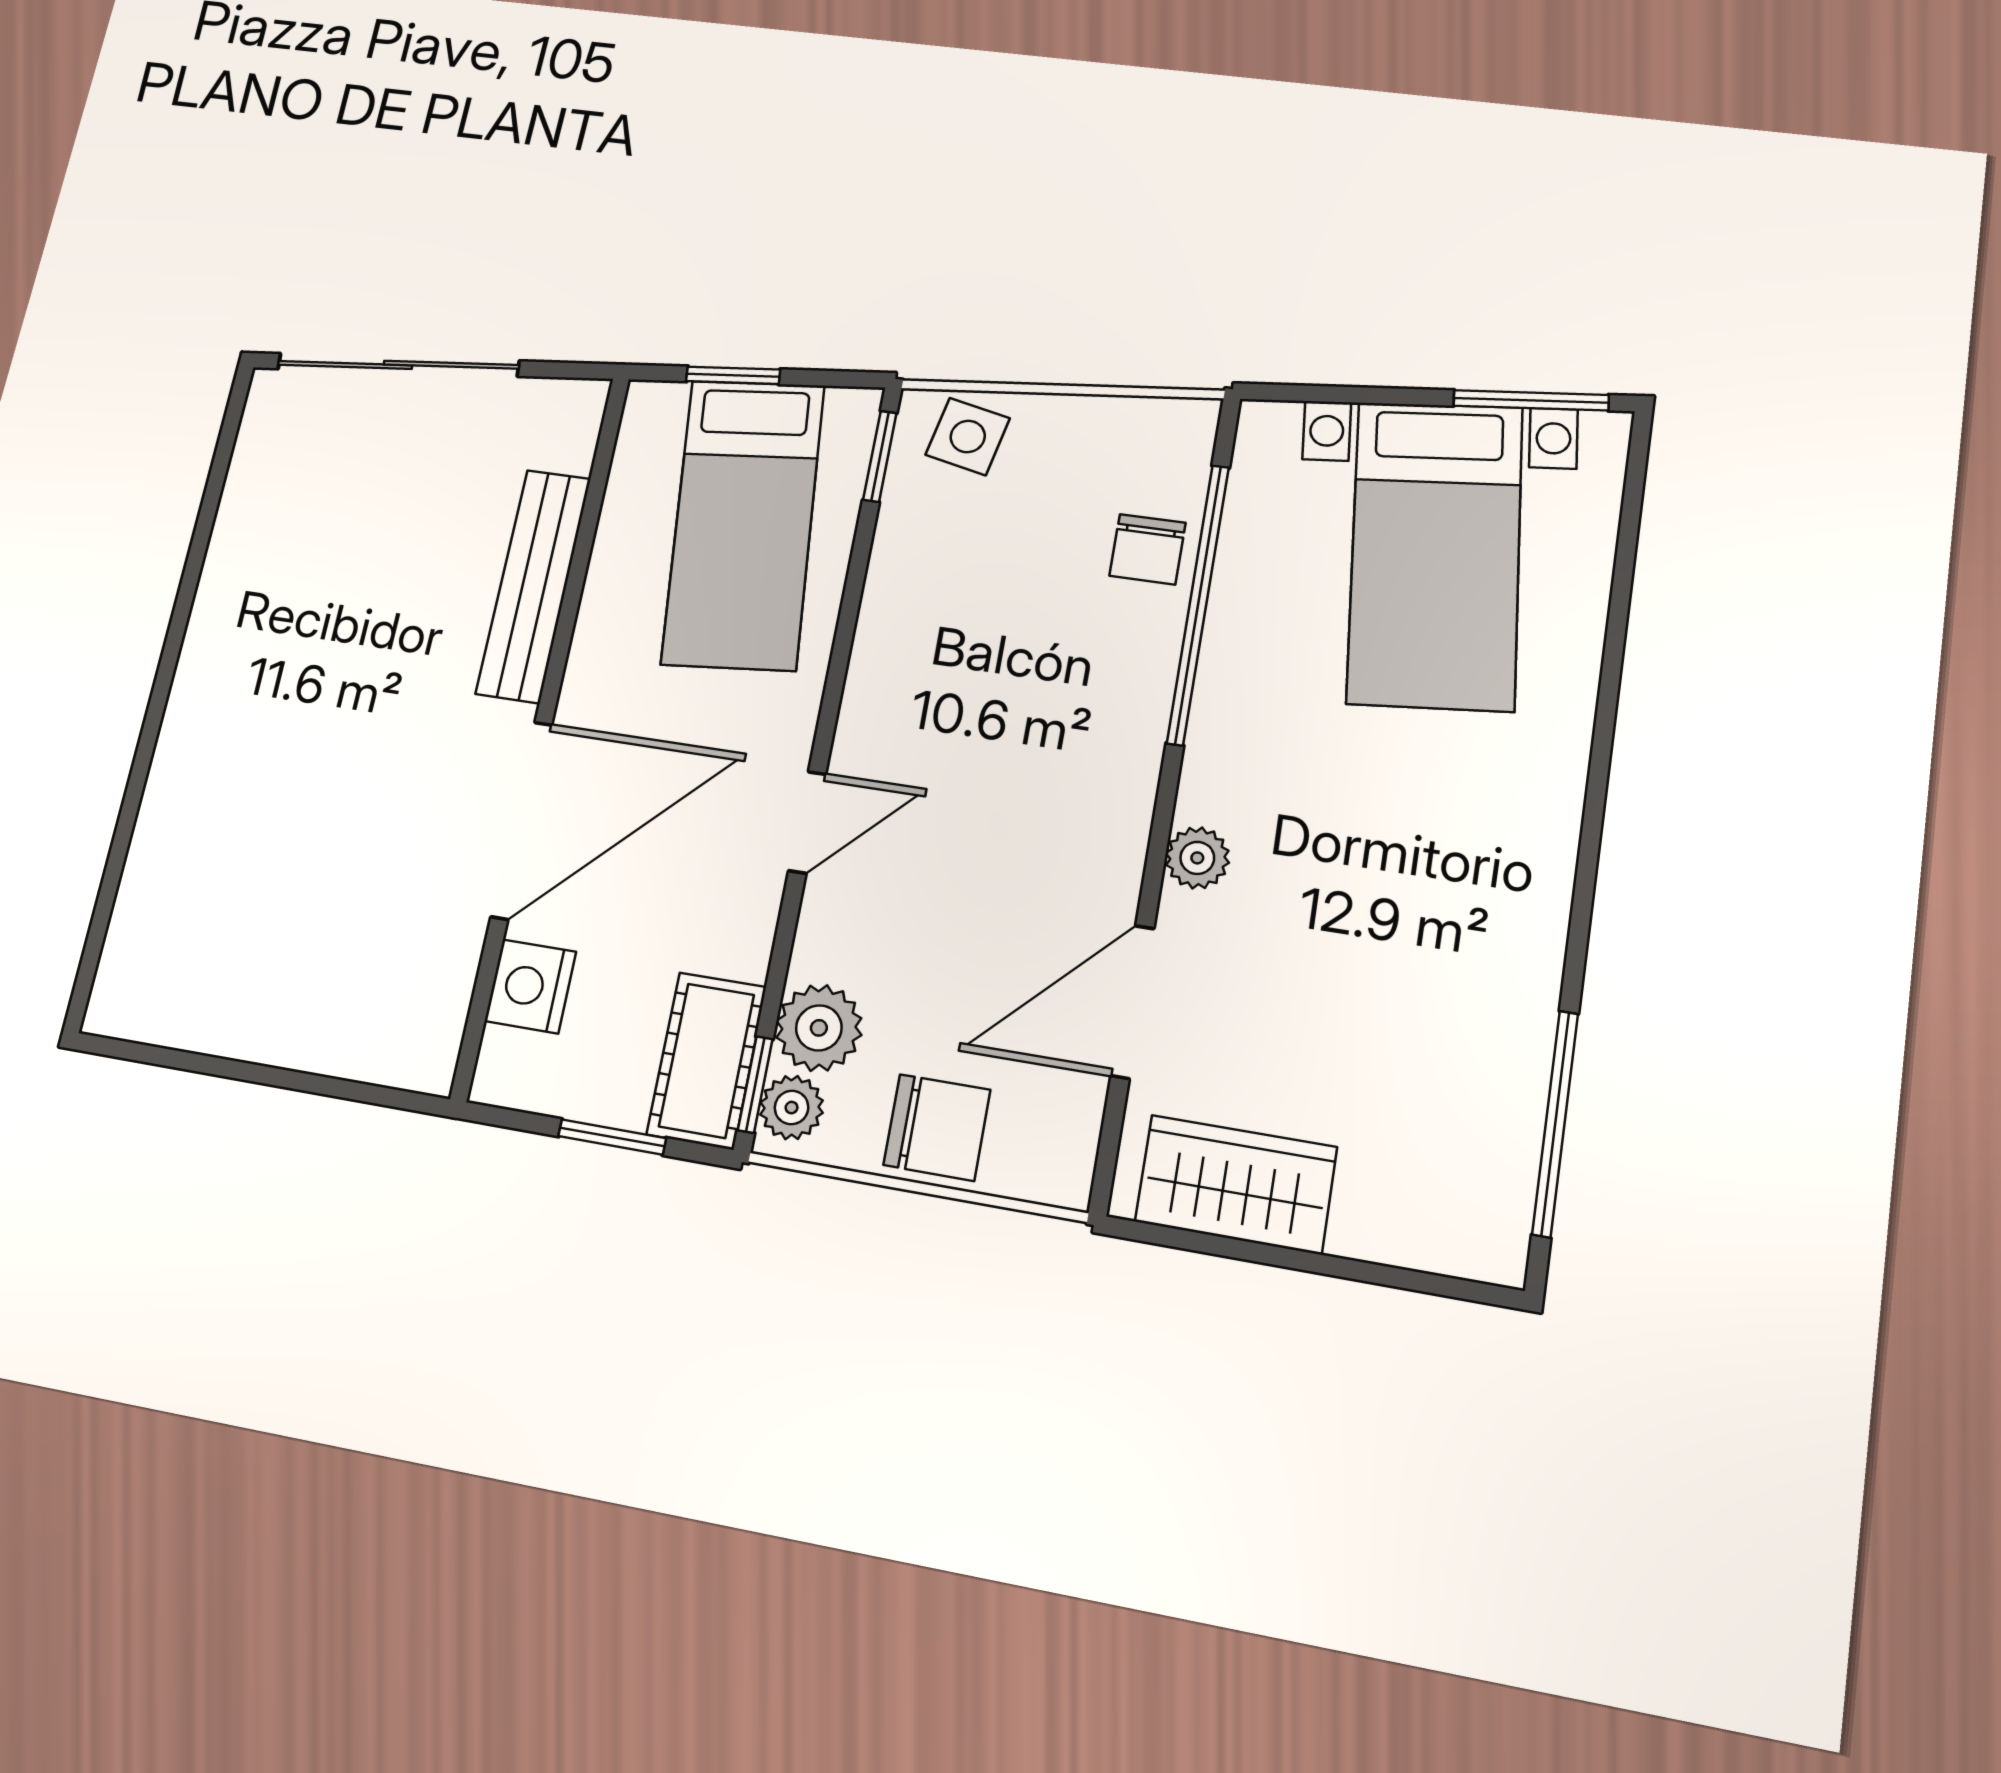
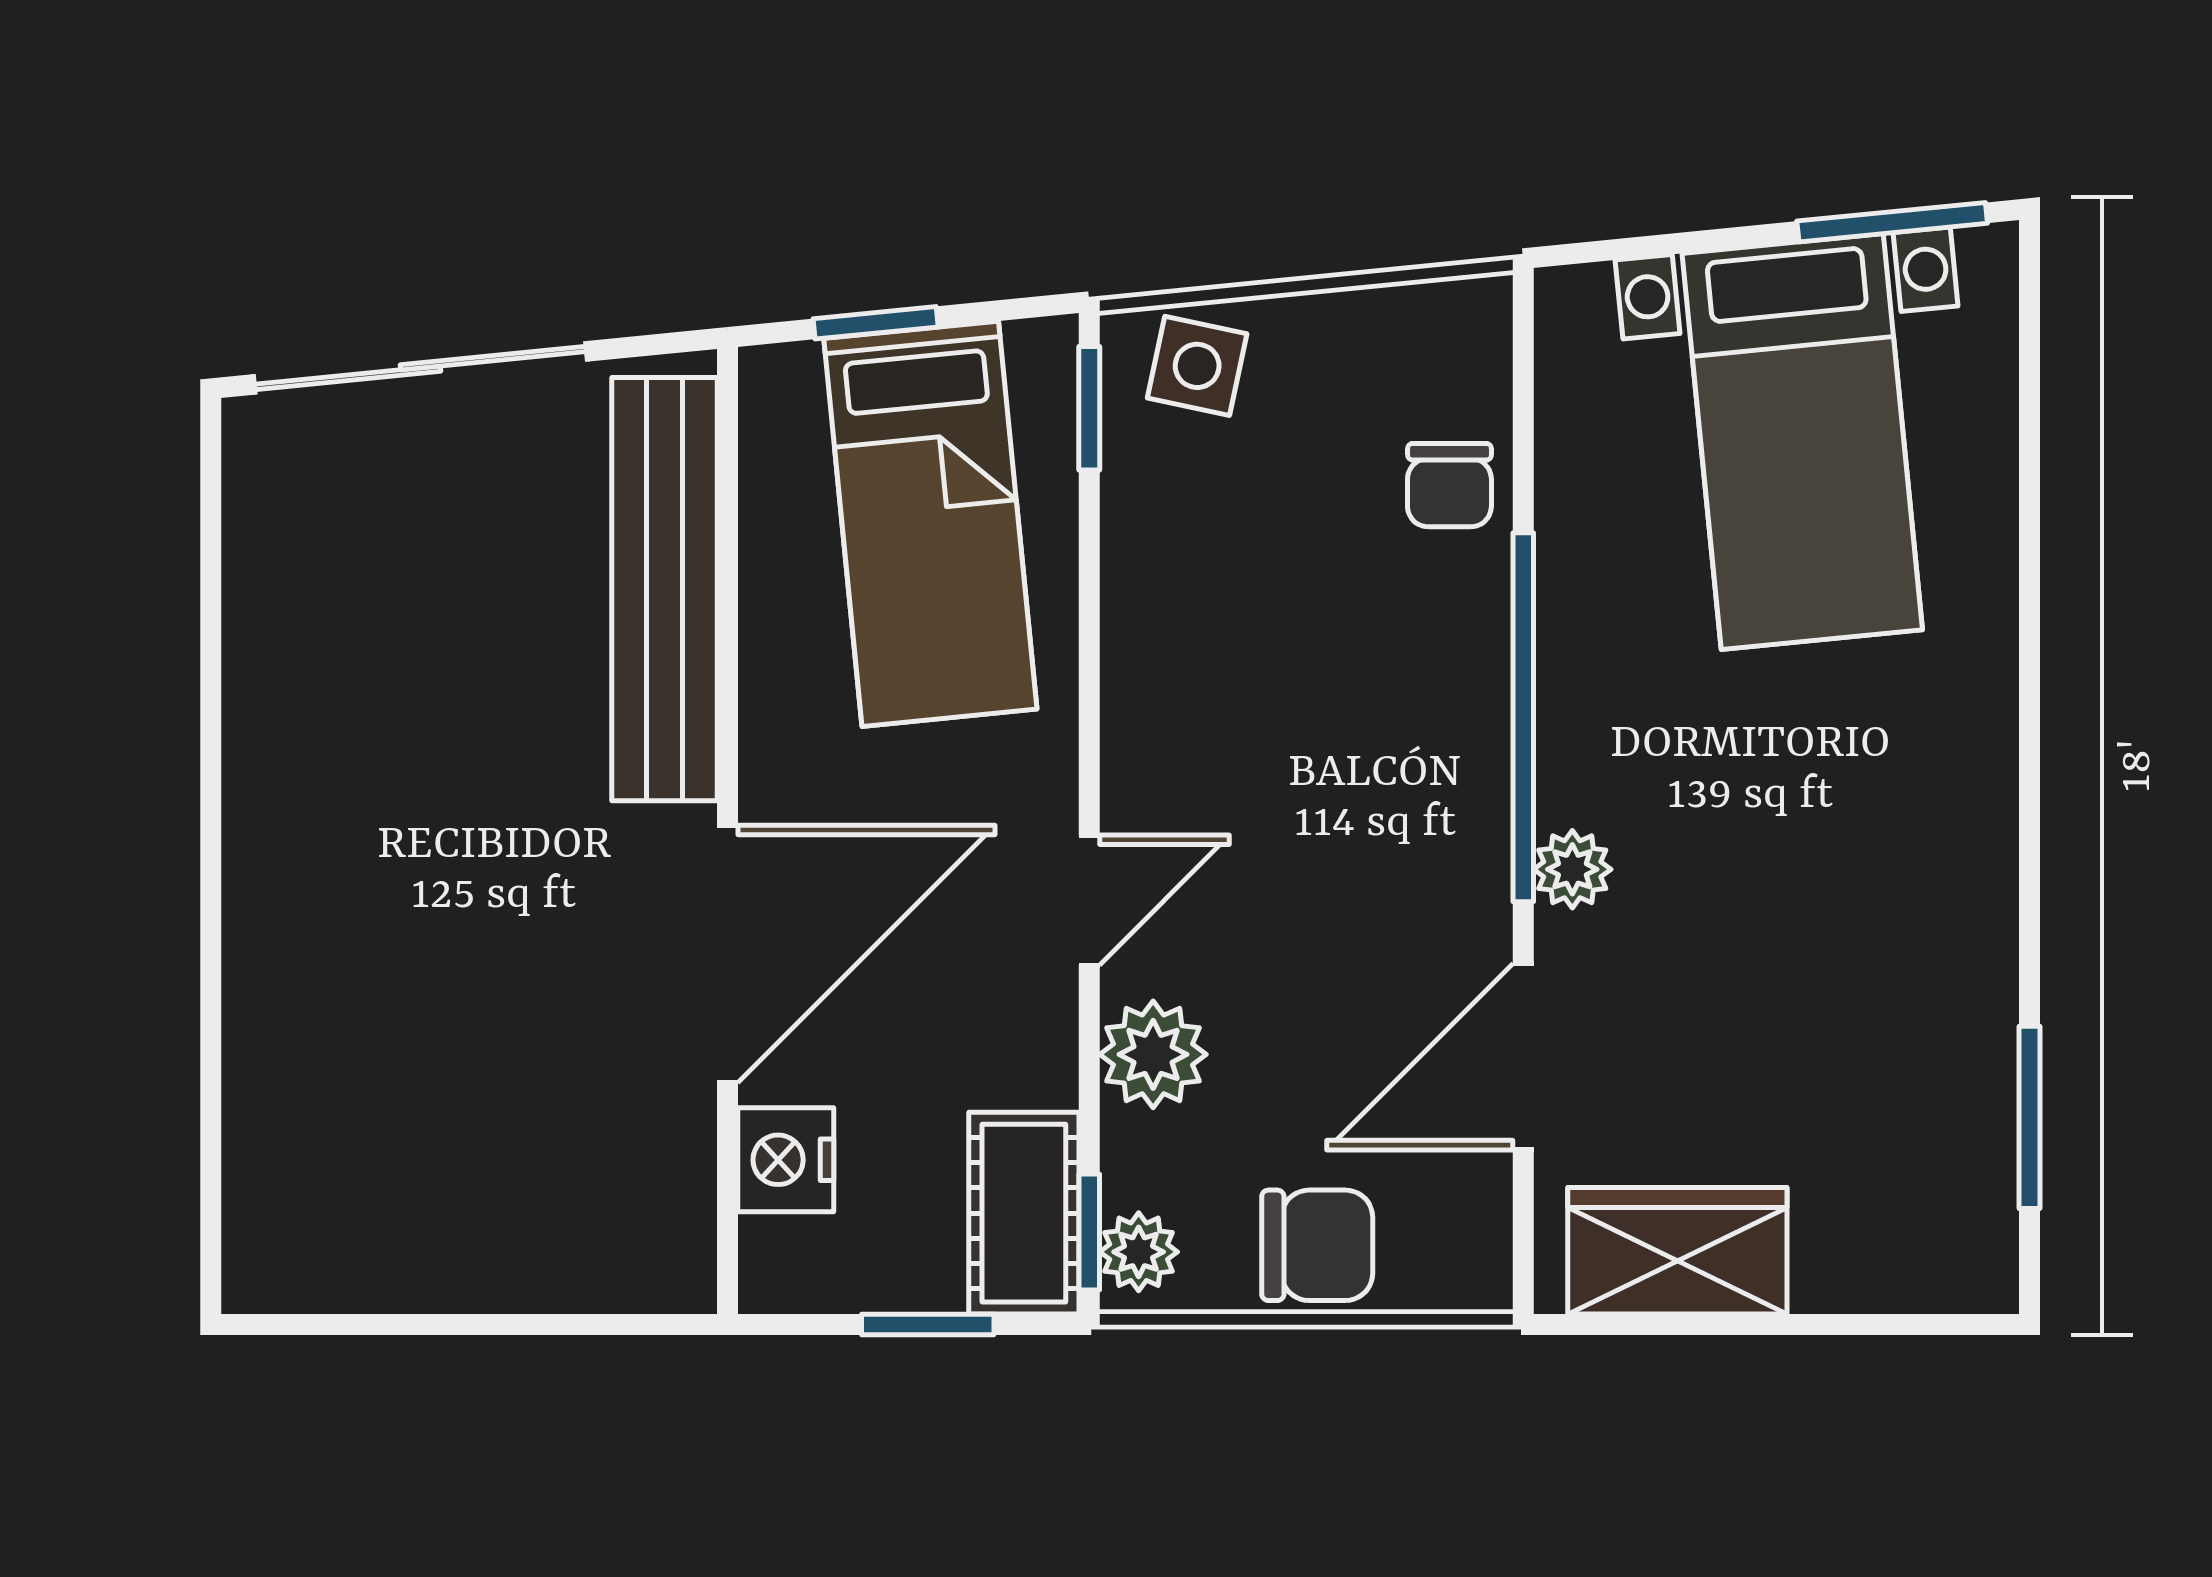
bench: (534, 586) -> (664, 589), width x1.37, depth x1.21
window: (1198, 604) -> (1523, 717), moved
plant: (819, 1028) -> (1153, 1054), moved
window: (1555, 1123) -> (2030, 1117), width x0.69

